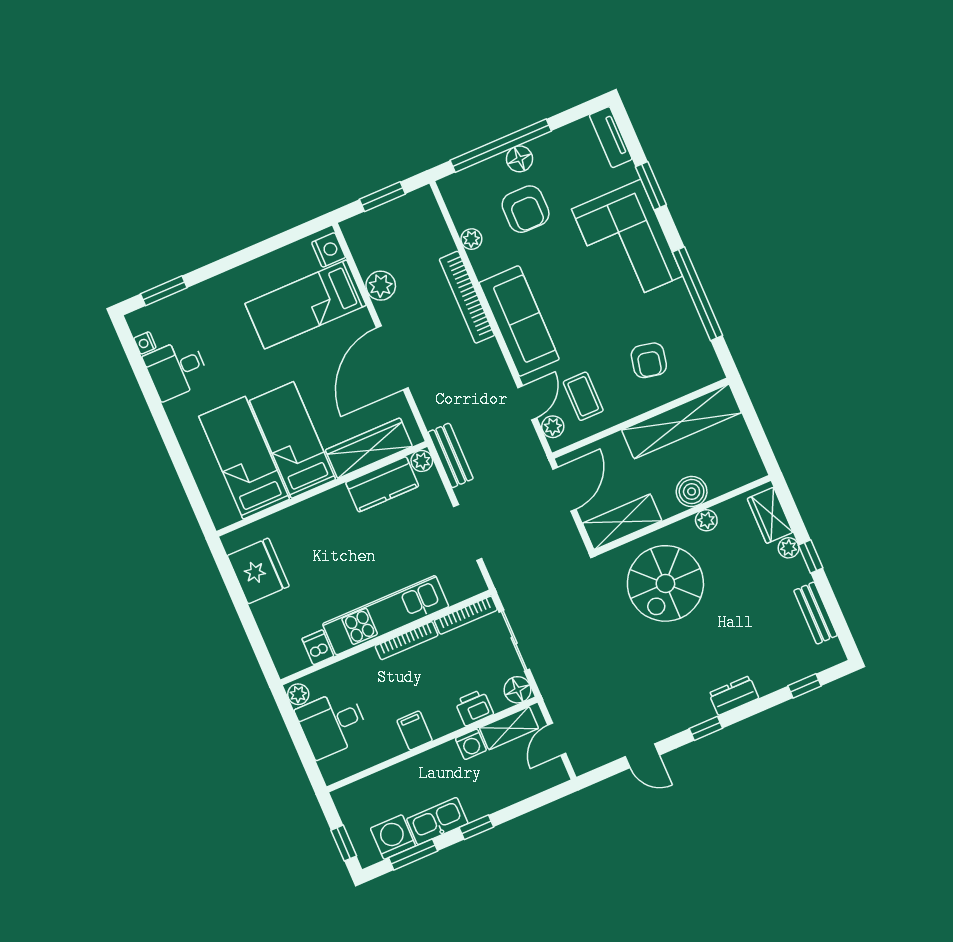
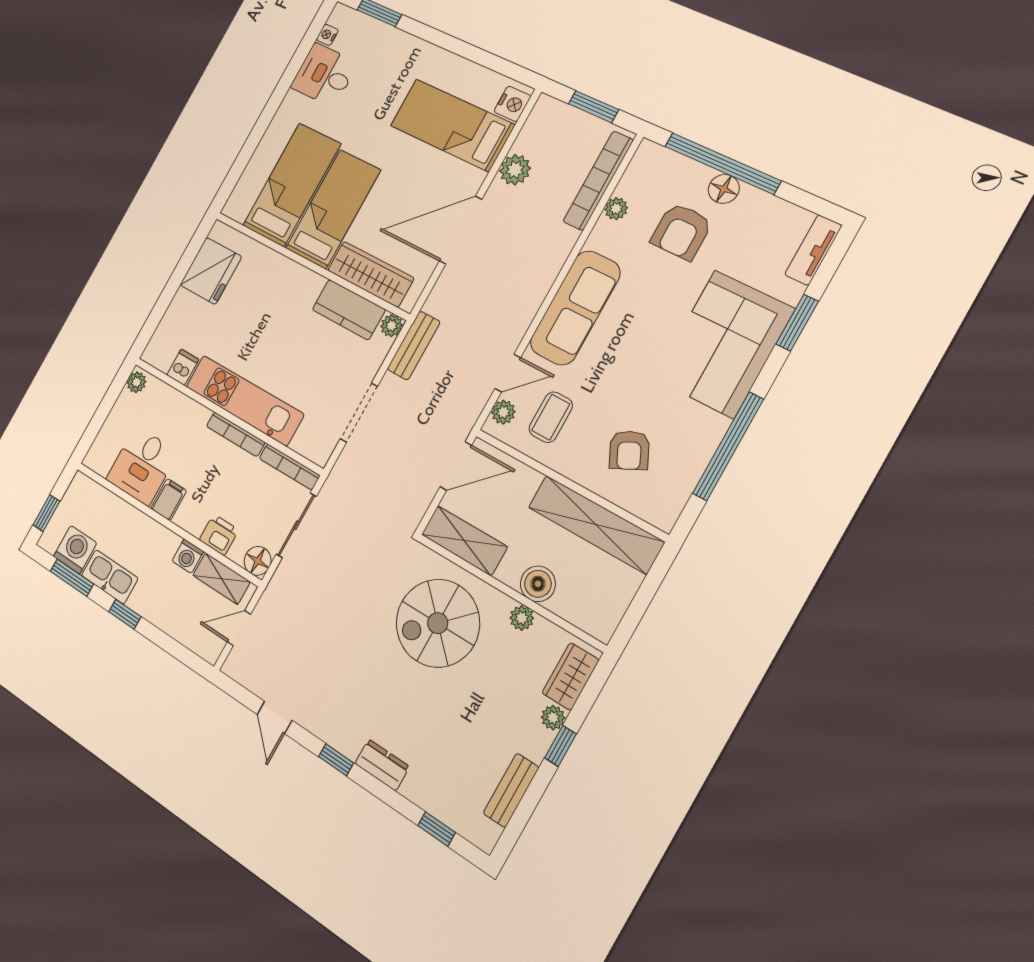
bookcase: (467, 297) -> (598, 181), moved
armchair: (649, 360) -> (629, 450), turned -38
desk: (332, 724) -> (142, 466), moved, turned -90

